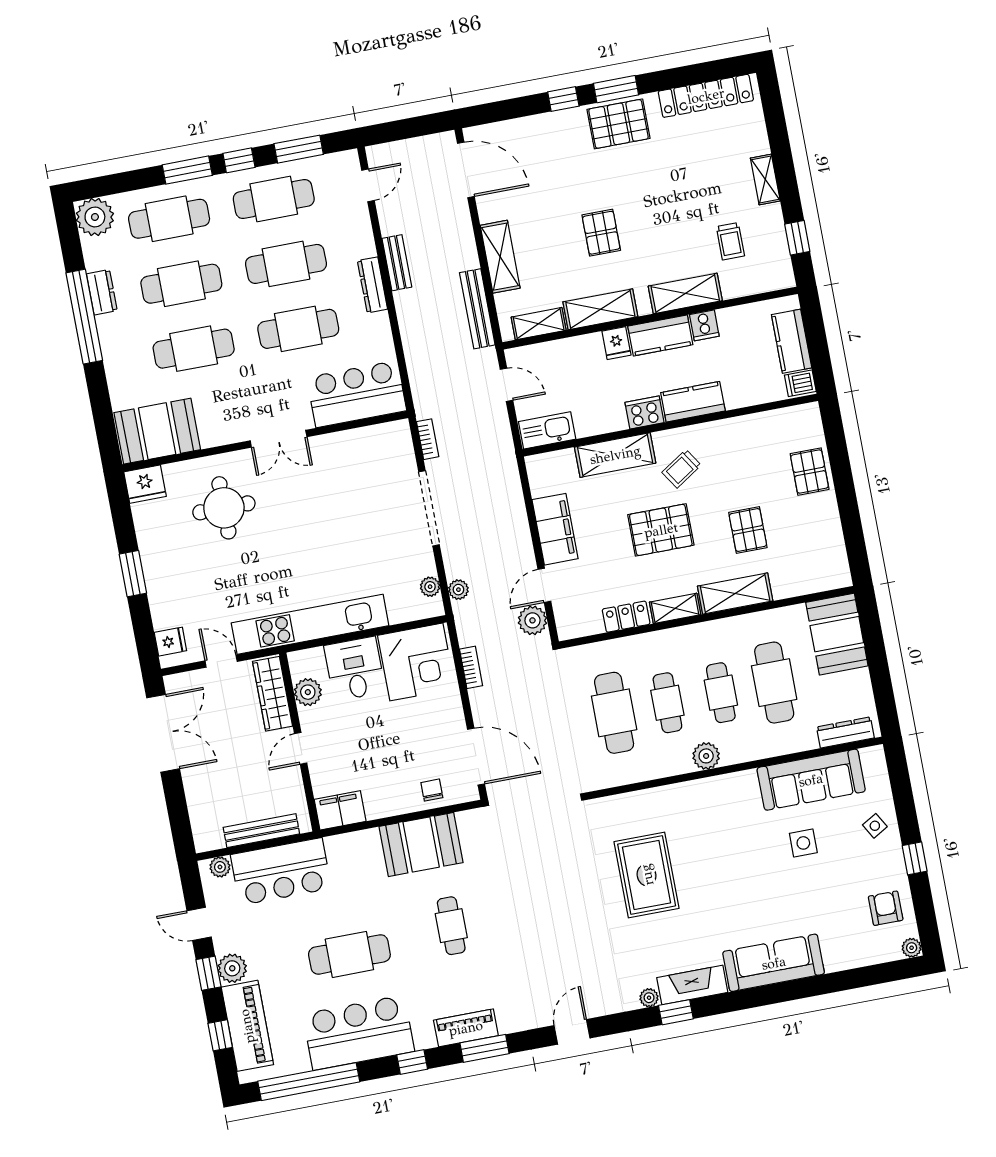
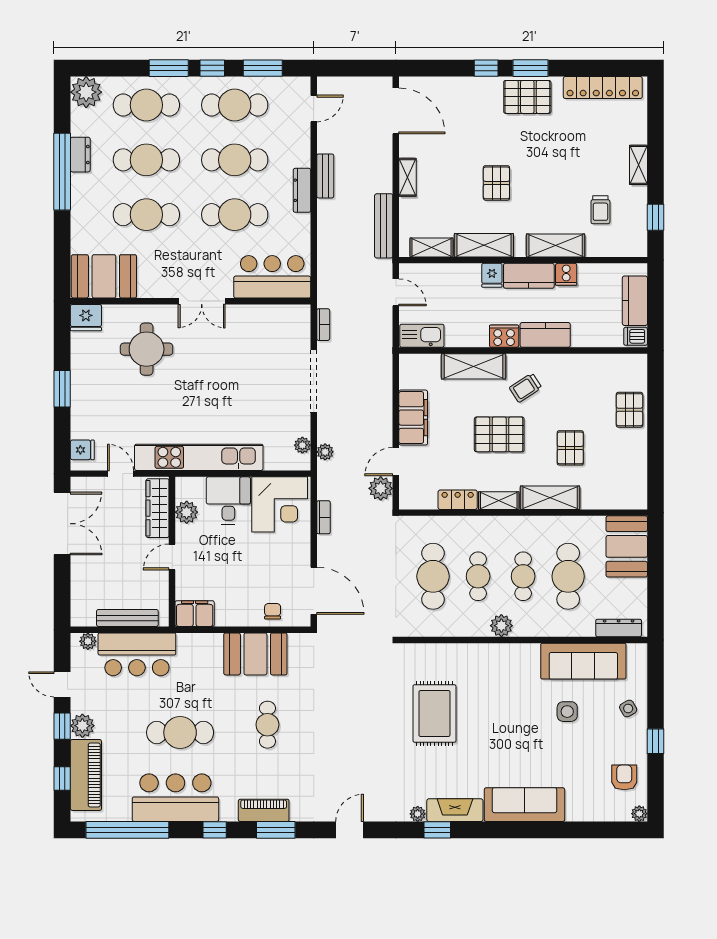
shelving: (500, 257) -> (407, 177), width x0.67, depth x0.75

